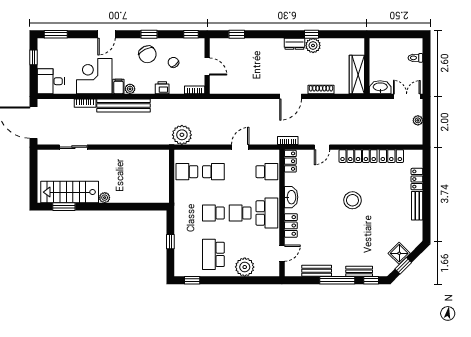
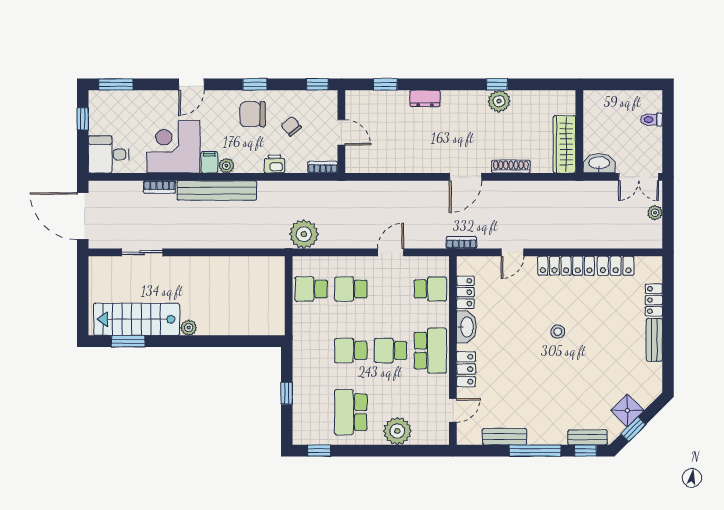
dresser: (294, 44) -> (425, 98), moved
chair: (147, 54) -> (253, 114), turned 116
double door: (407, 96) -> (639, 177), swing flipped
locker: (290, 161) -> (465, 292), moved
school desk: (213, 172) -> (351, 289), turned 180
stool: (352, 200) -> (558, 332), width x0.53, depth x0.53
bench: (359, 271) -> (588, 437), moved

